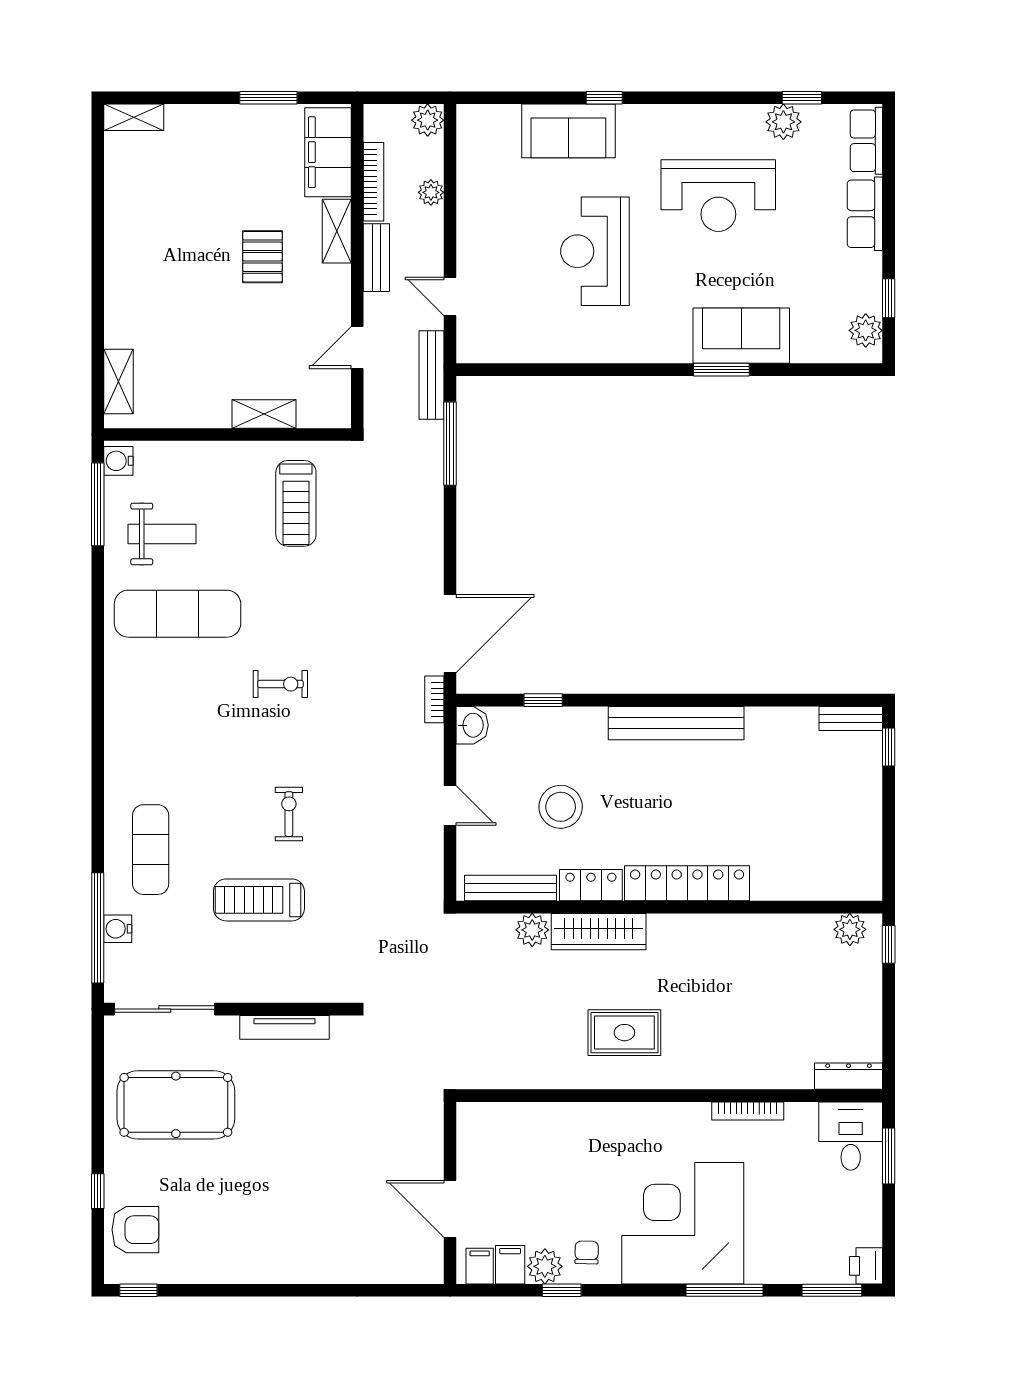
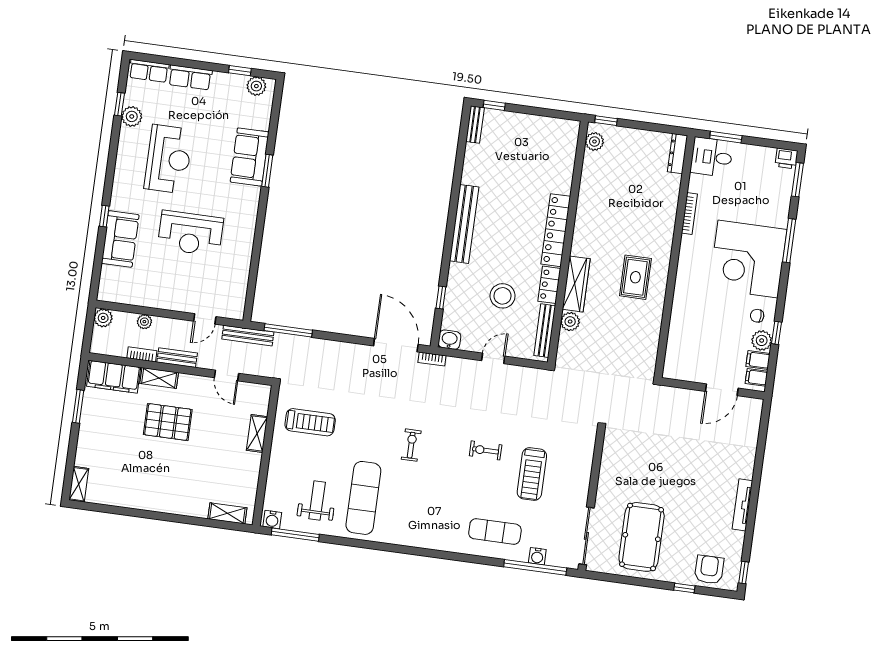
bookcase: (374, 182) -> (142, 354), width x0.64
pallet: (263, 257) -> (168, 422), width x1.50, depth x1.42
tv unit: (285, 1027) -> (742, 505), moved, turned 180

